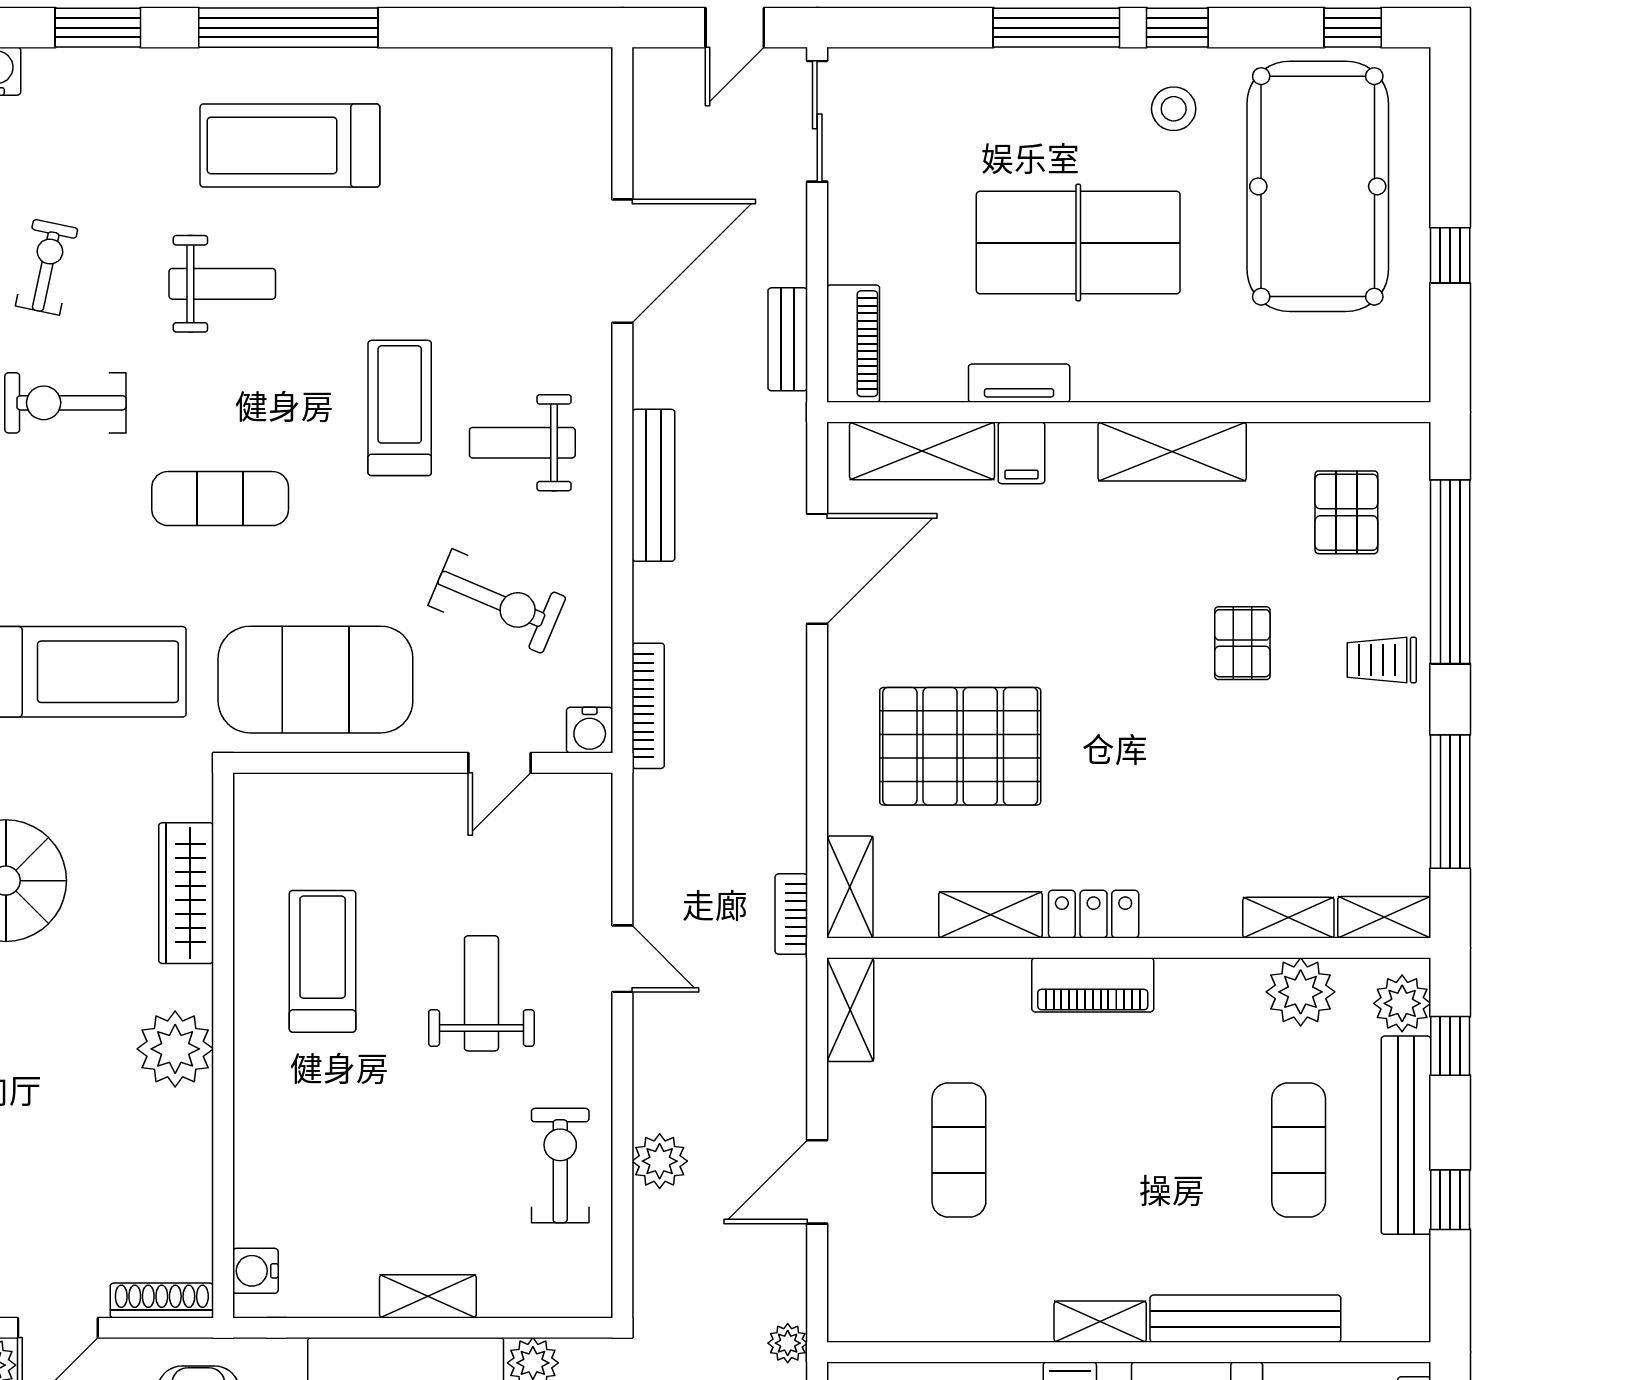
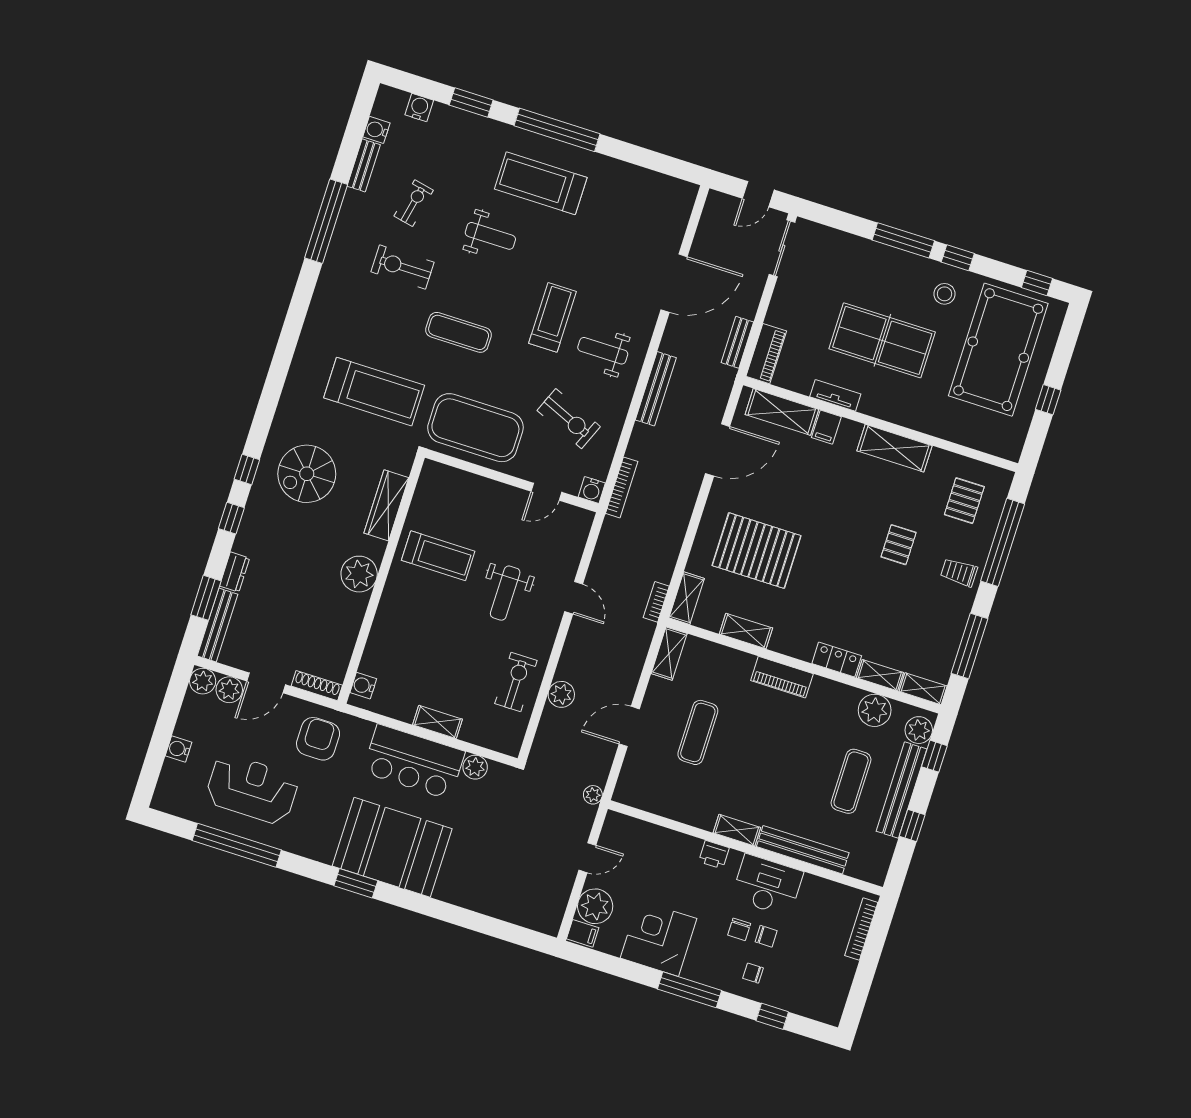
locker: (1094, 914) -> (837, 660), moved
treadmill: (323, 961) -> (438, 556), turned 90
weight bench: (481, 993) -> (505, 593), turned 180

